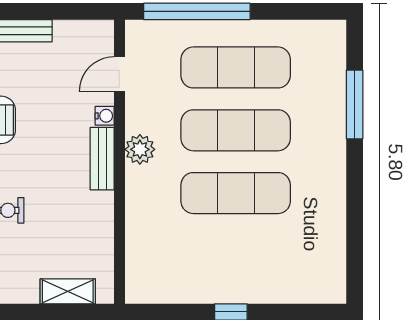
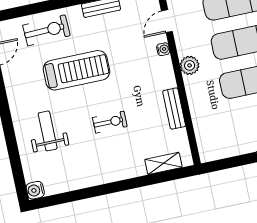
bench: (102, 159) -> (174, 109), moved

